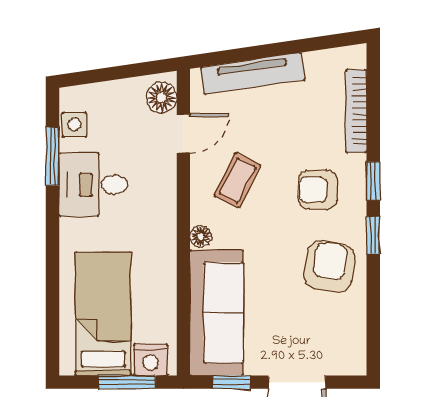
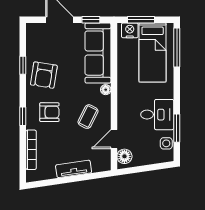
tv unit: (253, 73) -> (74, 169), width x0.71
window: (373, 235) -> (23, 65), moved
window: (53, 324) -> (177, 48), added

